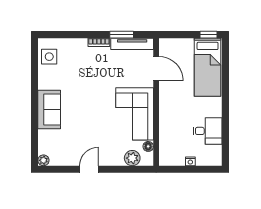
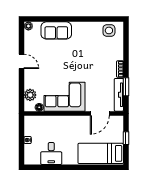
window: (208, 35) -> (126, 138), moved
sofa: (49, 110) -> (56, 30), moved

